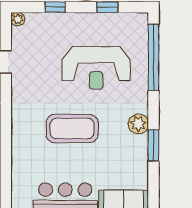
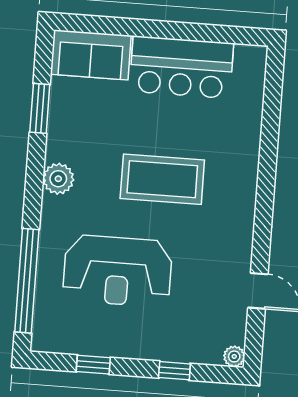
reception desk: (96, 68) -> (118, 271), turned 180
window: (153, 145) -> (40, 108), moved

